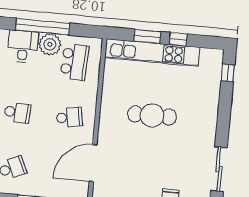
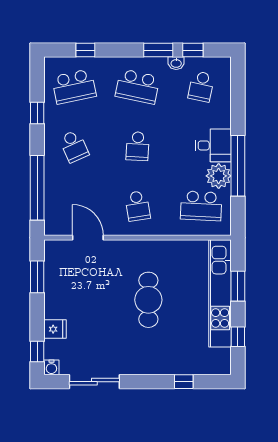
window: (178, 39) -> (238, 337), moved
window: (228, 73) -> (184, 382), moved
door: (93, 163) -> (88, 238), width x0.73

